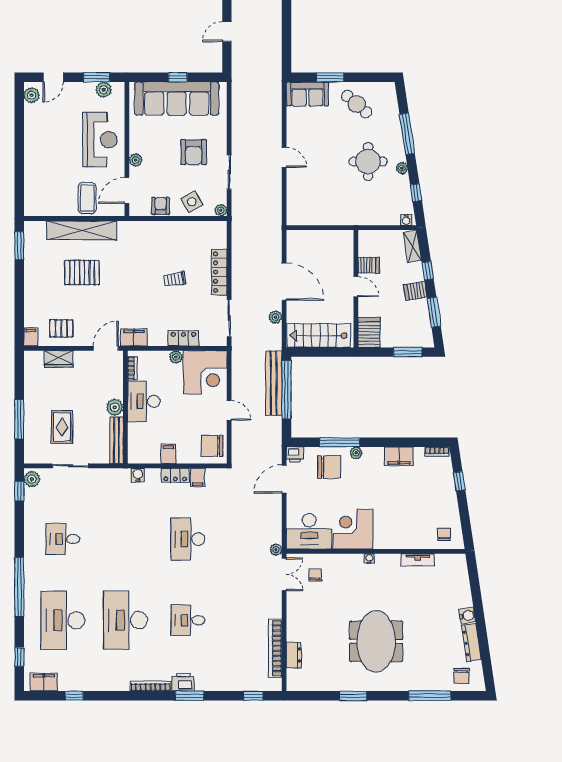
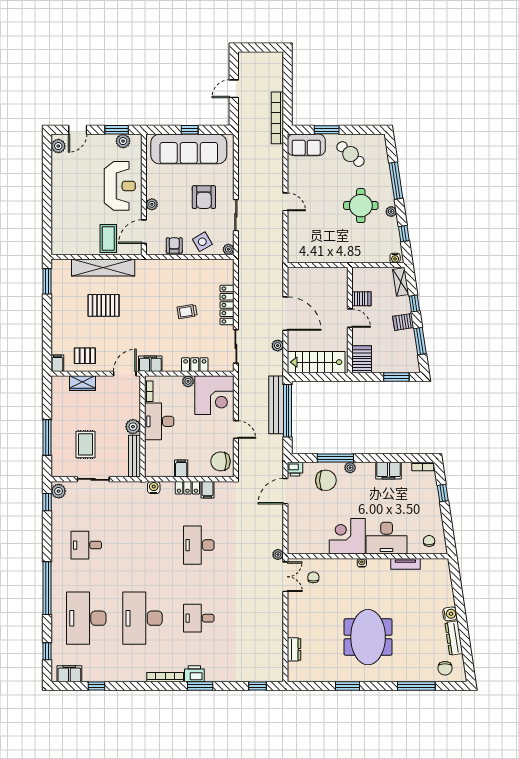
desk: (309, 531) -> (387, 538), moved
bookcase: (275, 648) -> (277, 118), moved

